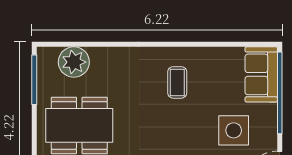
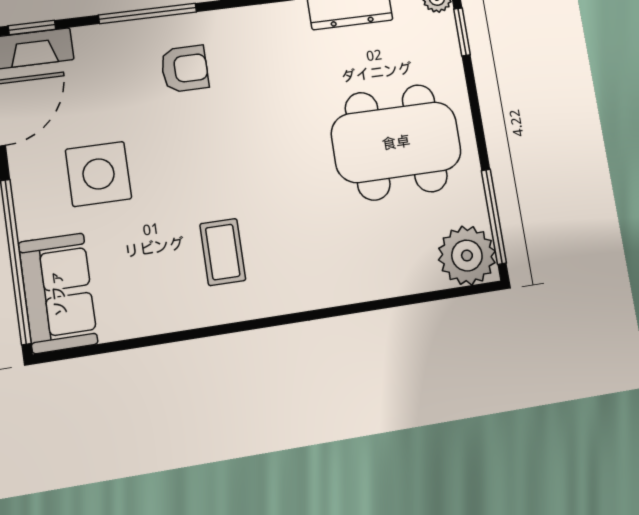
plant: (74, 62) -> (467, 256), moved

